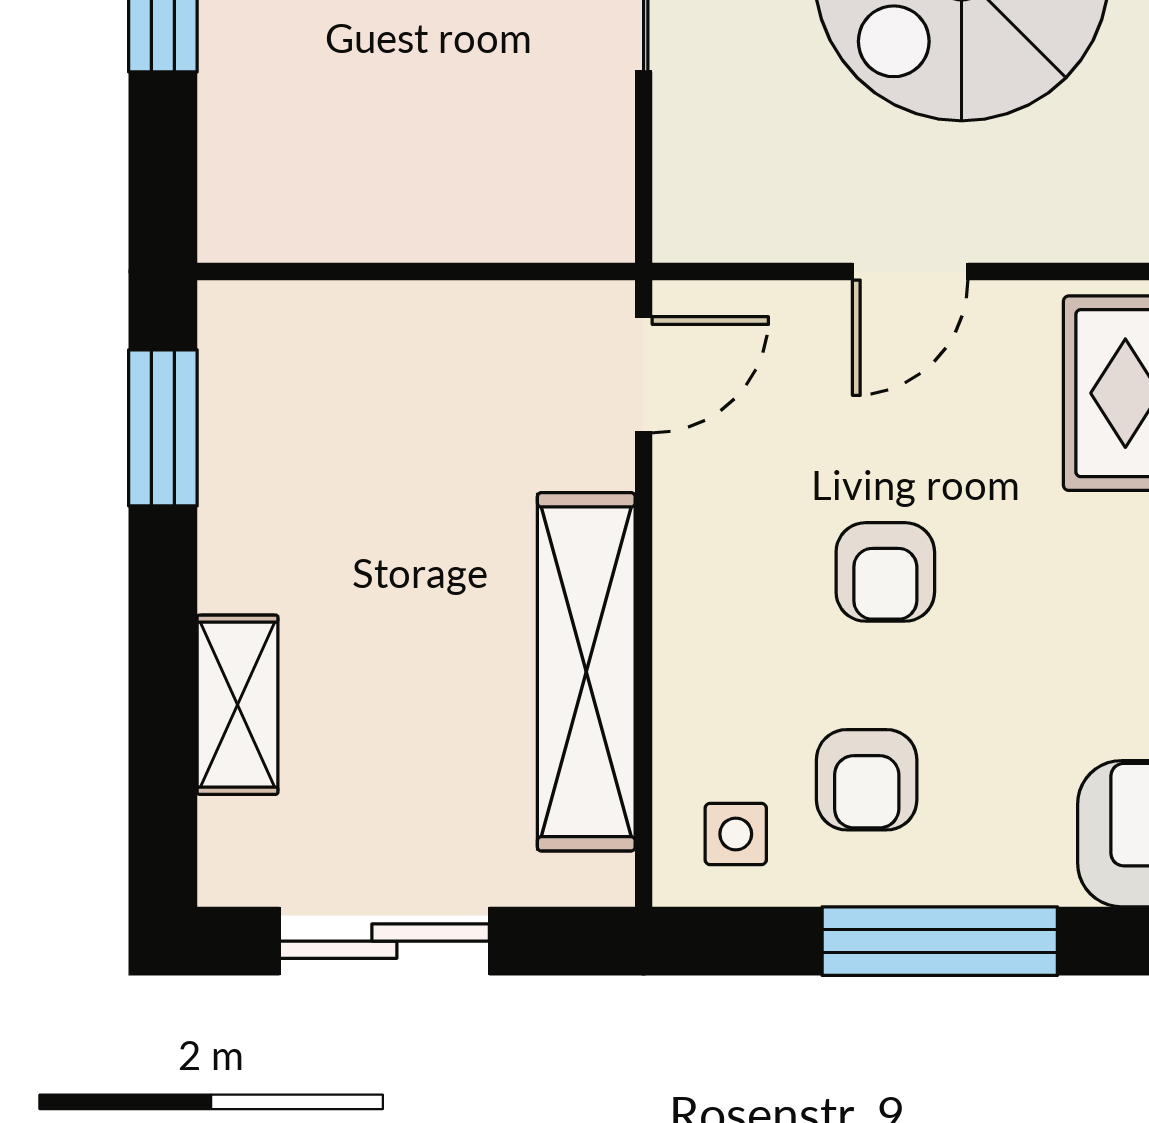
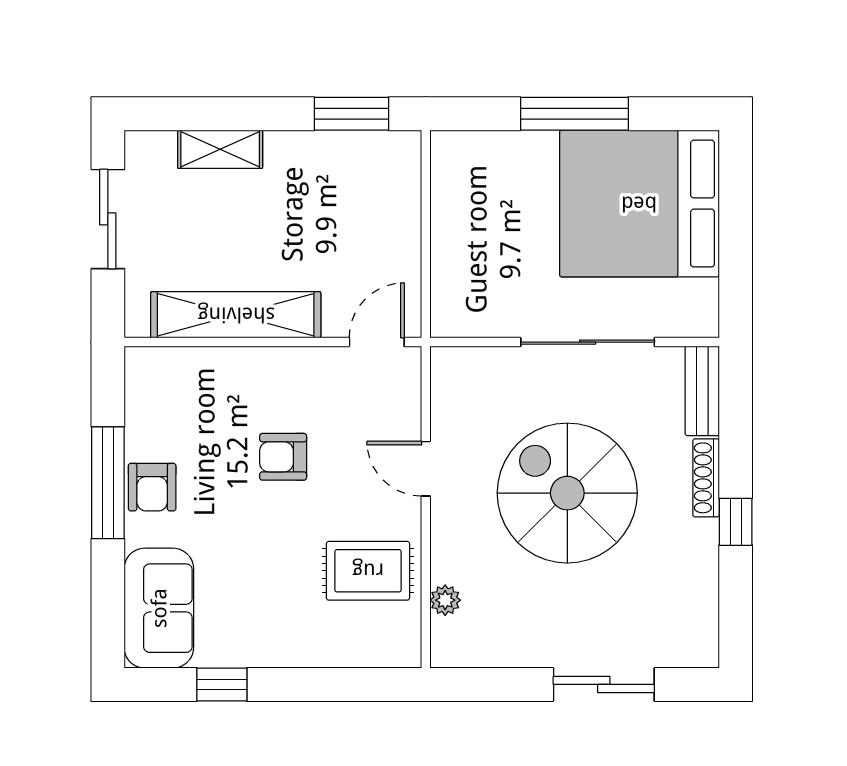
door: (644, 375) -> (377, 342), swing flipped
armchair: (867, 780) -> (152, 487), moved, turned -90
side table: (736, 834) -> (159, 386), removed

